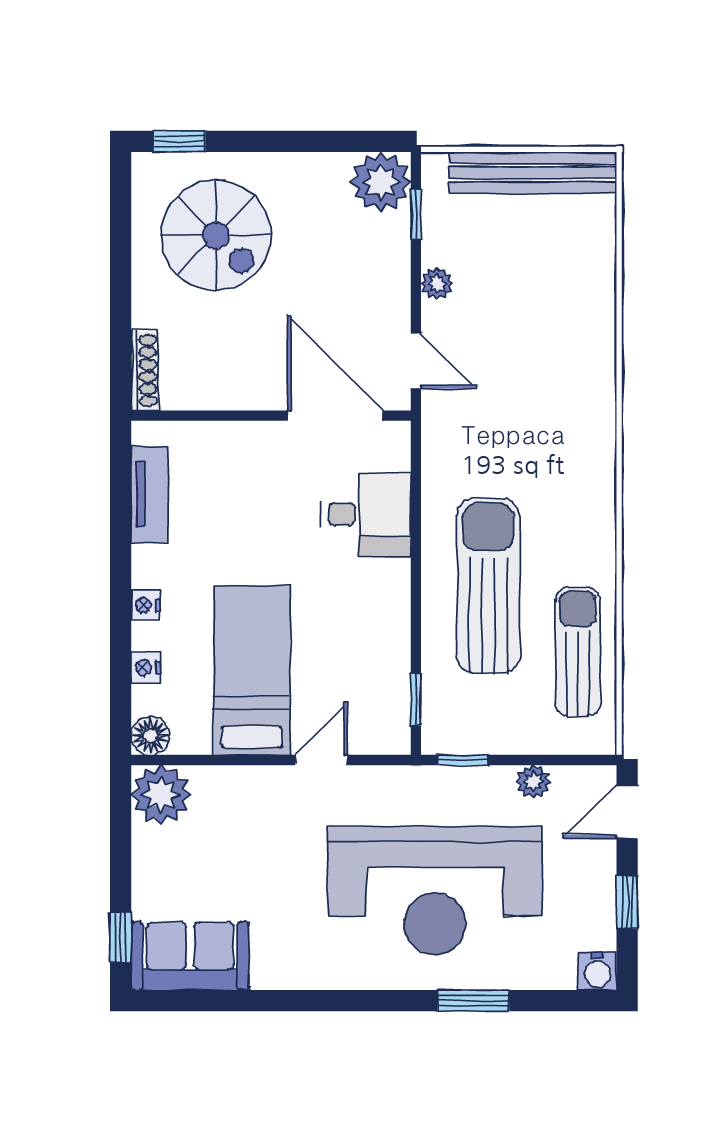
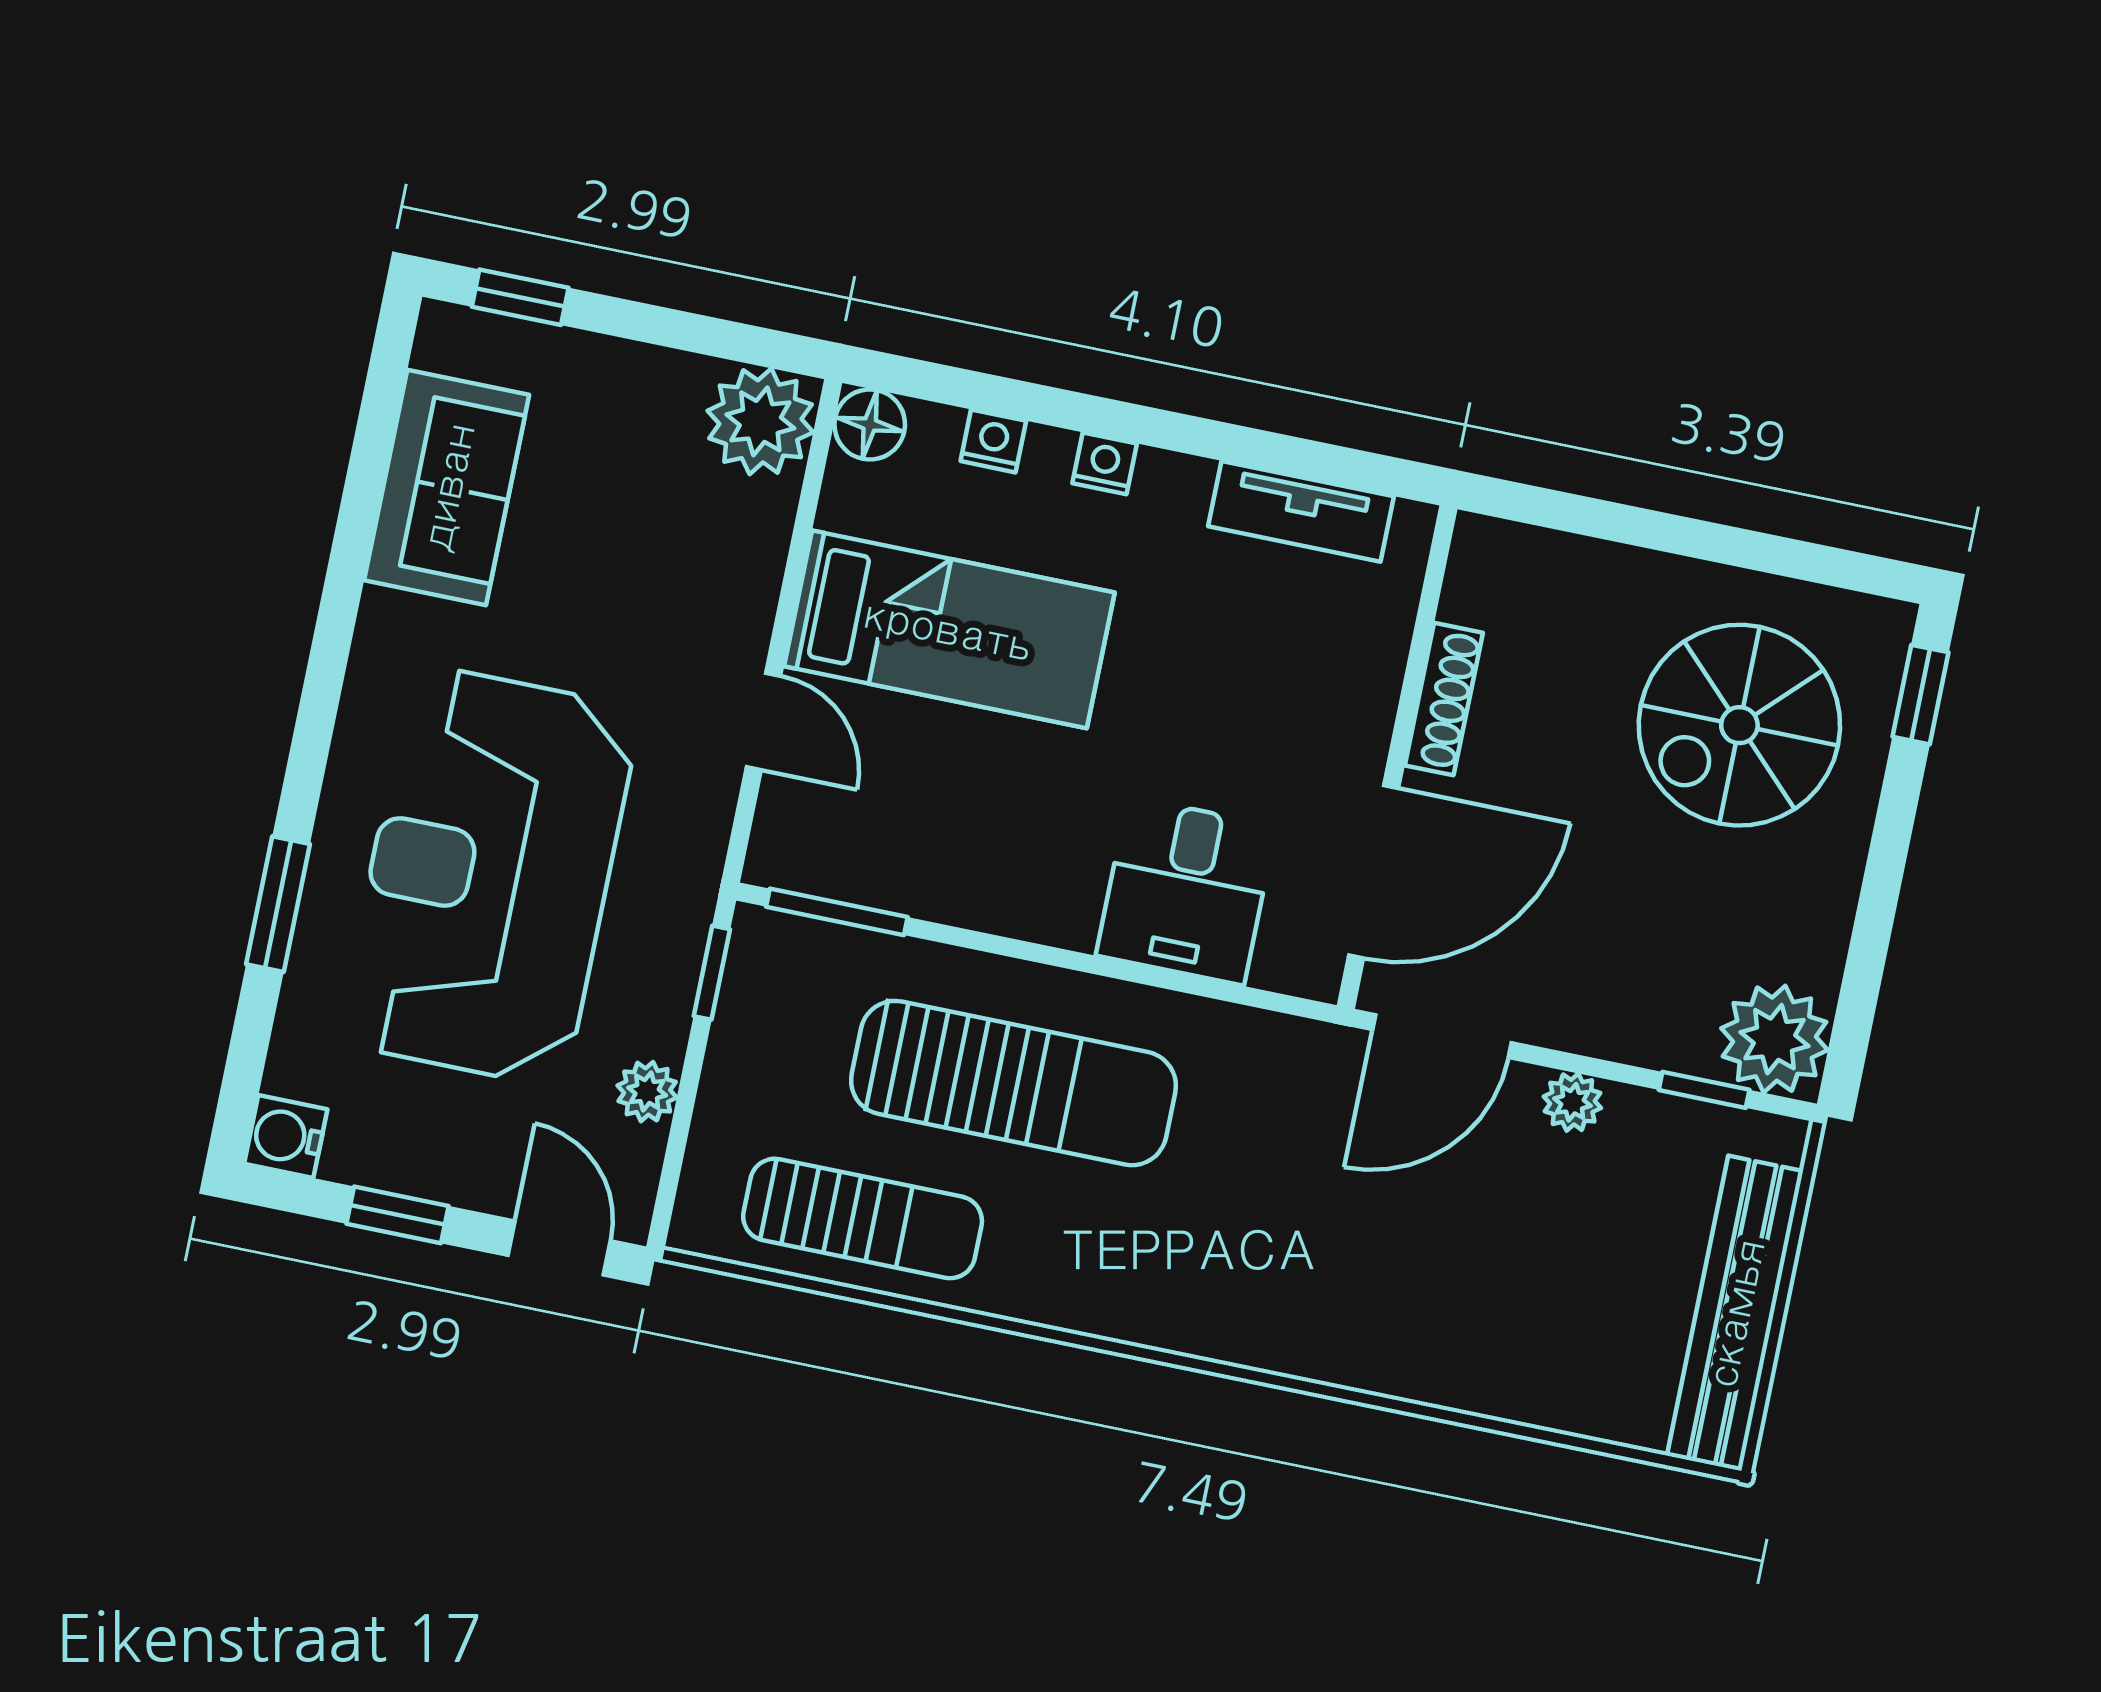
door: (416, 361) -> (1442, 1036), width x1.38
shoe rack: (145, 371) -> (1444, 699), moved, turned -90
window: (416, 700) -> (837, 912), width x1.50
sofa: (190, 956) -> (447, 487), moved

